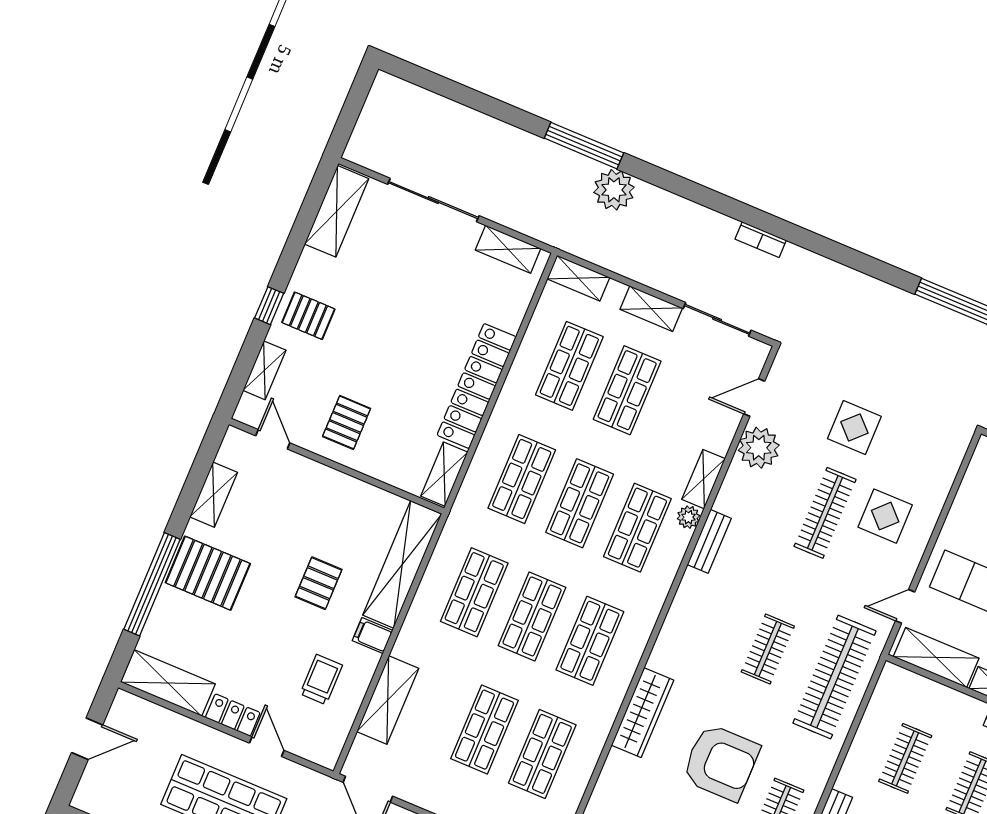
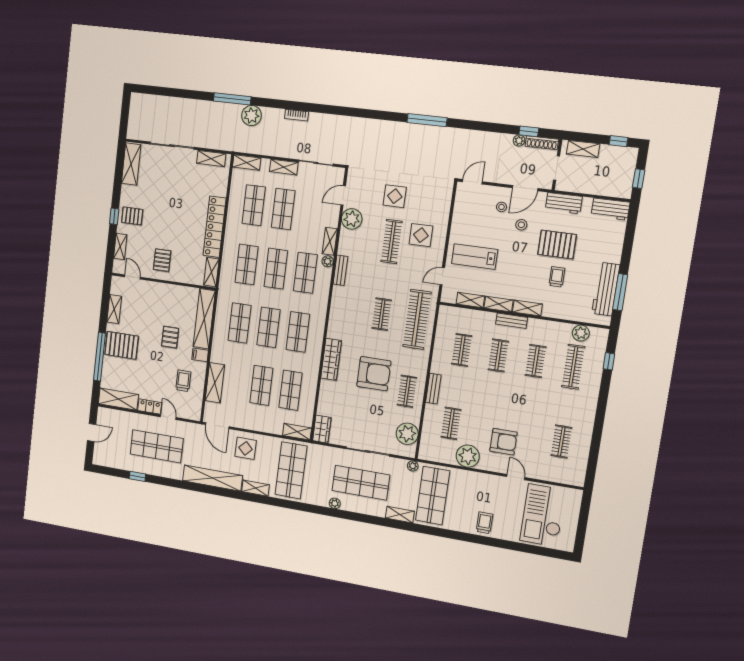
bookcase: (761, 240) -> (297, 115), moved
shelving: (936, 657) -> (470, 300), width x0.67, depth x0.75

